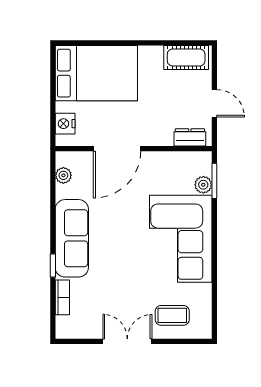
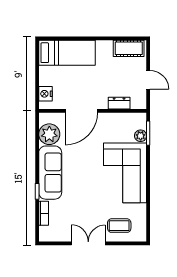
bed: (96, 73) -> (67, 53), width x0.67
dresser: (190, 137) -> (119, 103), moved
plant: (63, 175) -> (49, 134), width x1.87, depth x1.87

